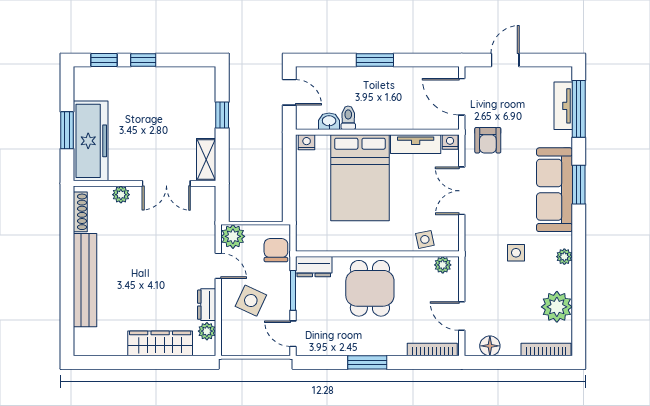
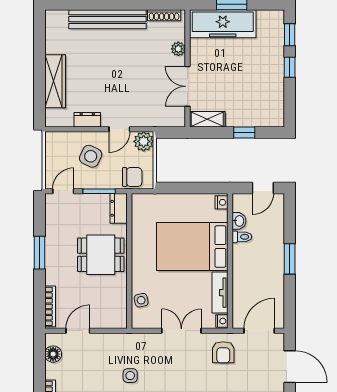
door: (505, 60) -> (290, 367), width x1.38
armchair: (488, 140) -> (223, 352), turned -90
plant: (443, 265) -> (120, 315), removed
plant: (207, 331) -> (65, 120), removed

